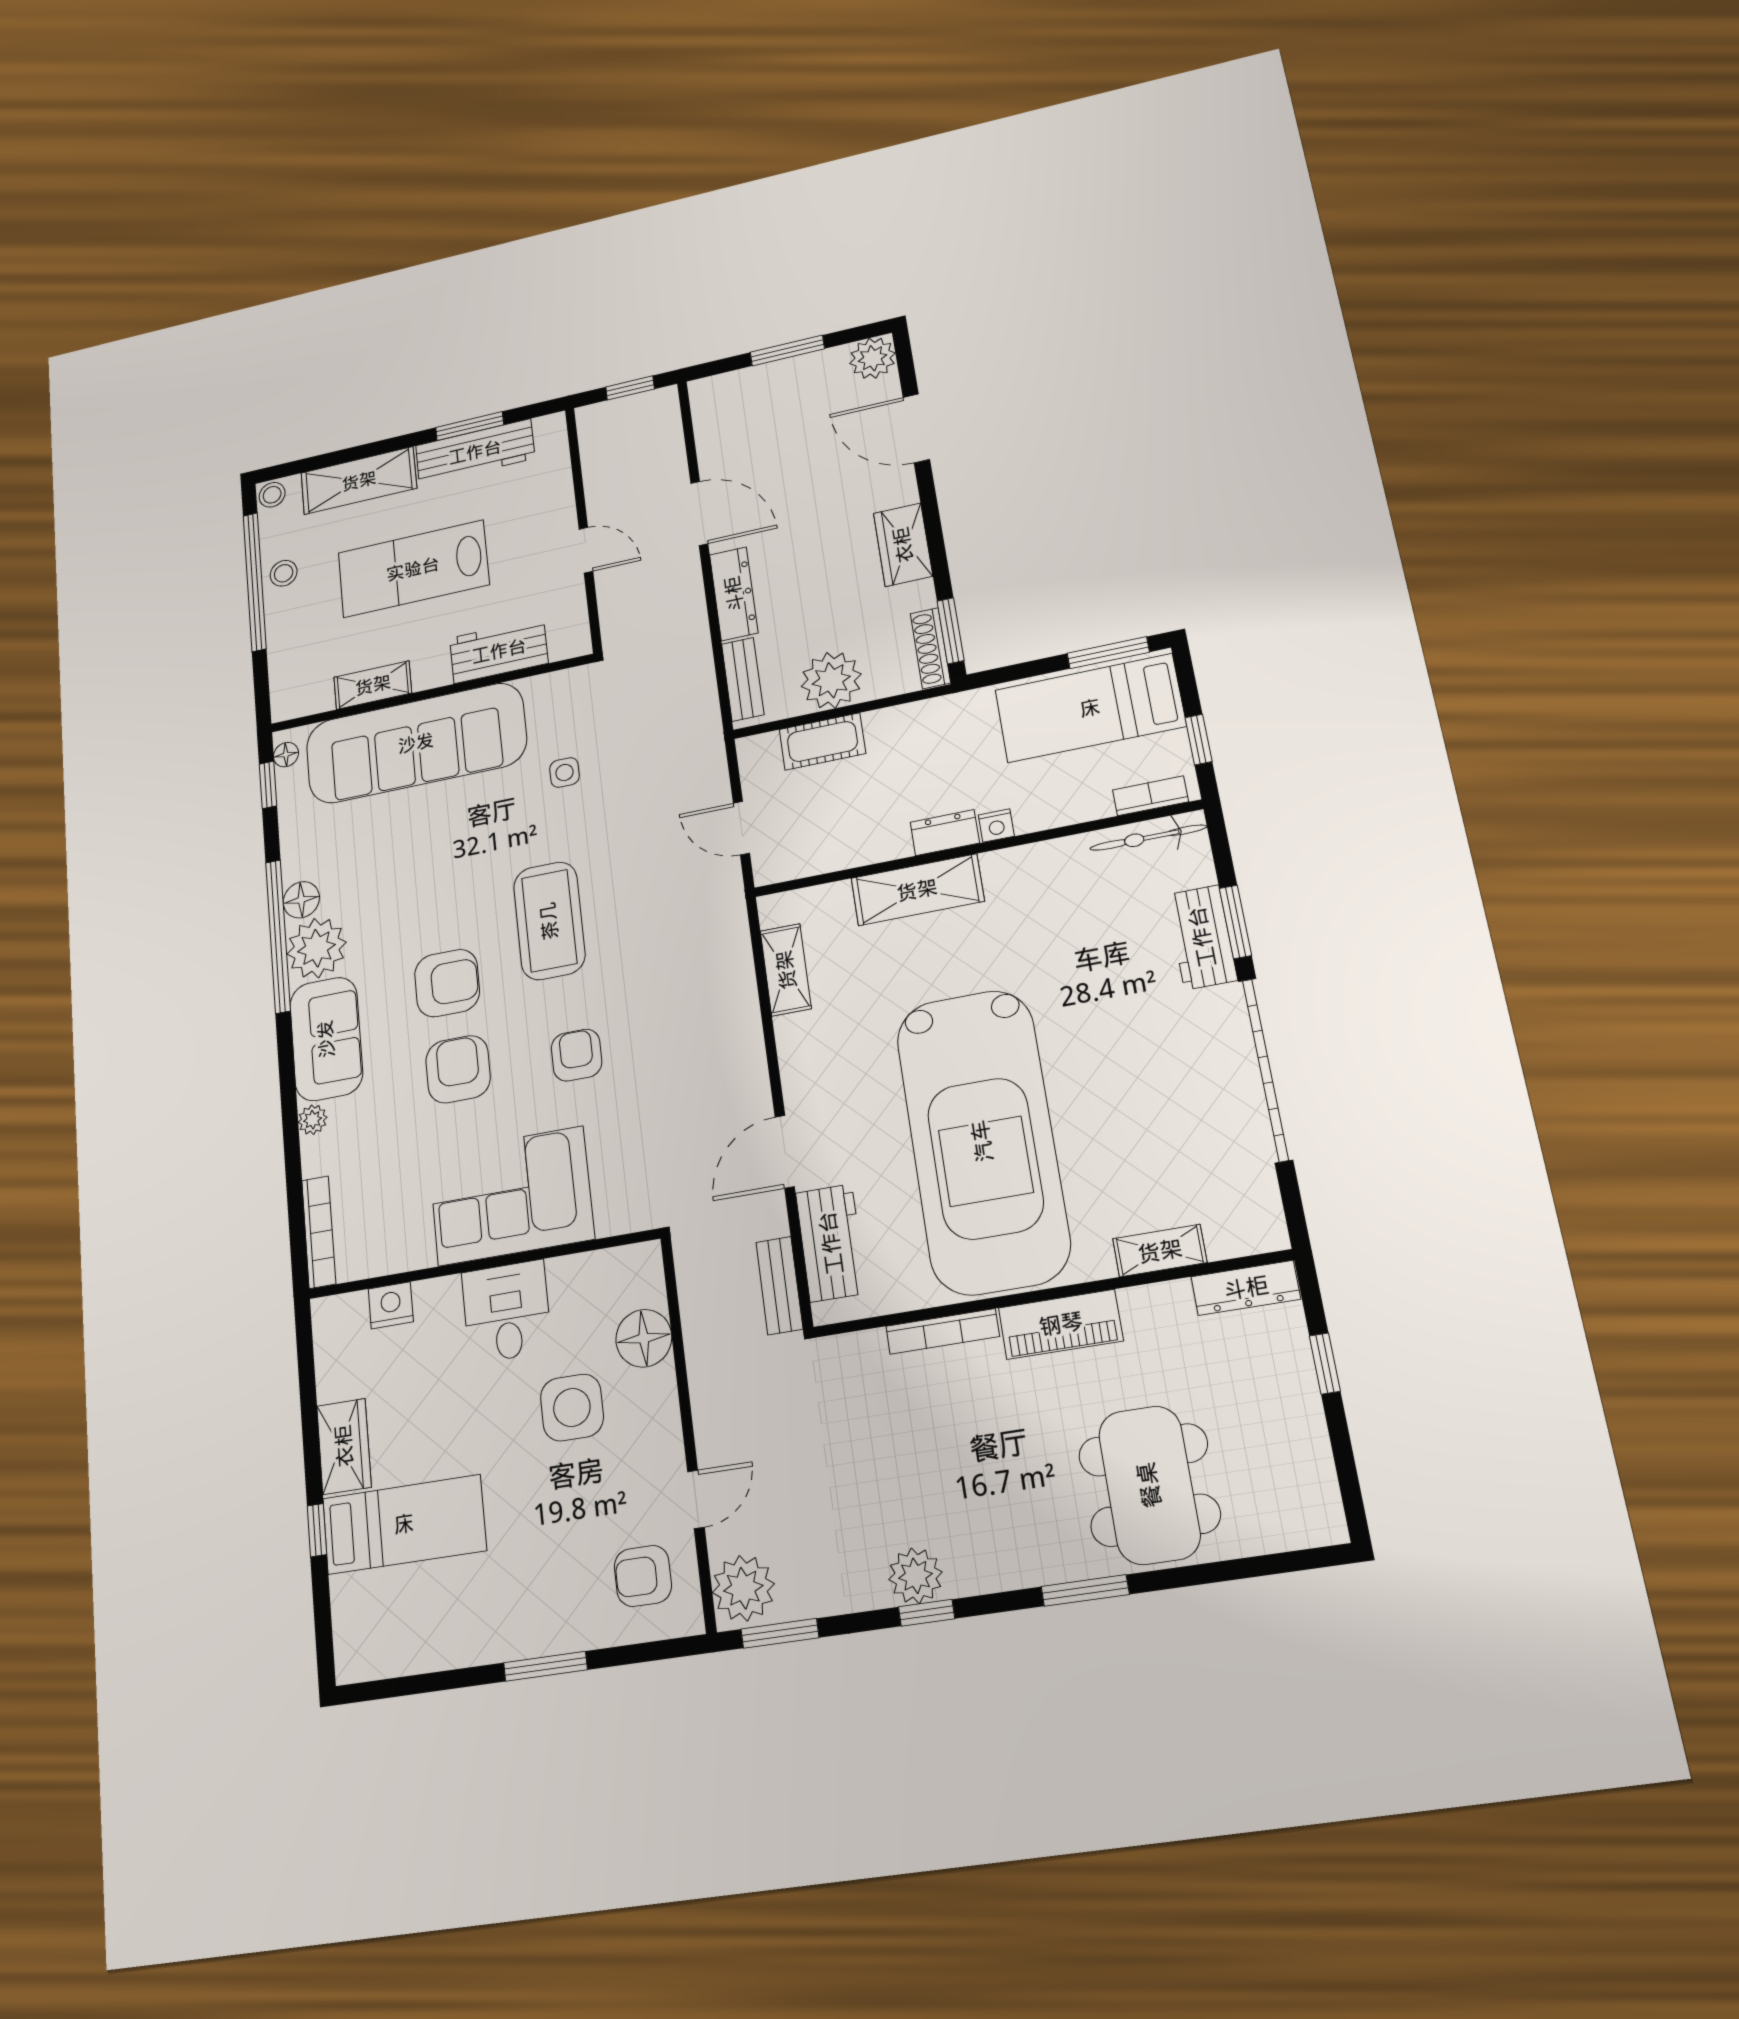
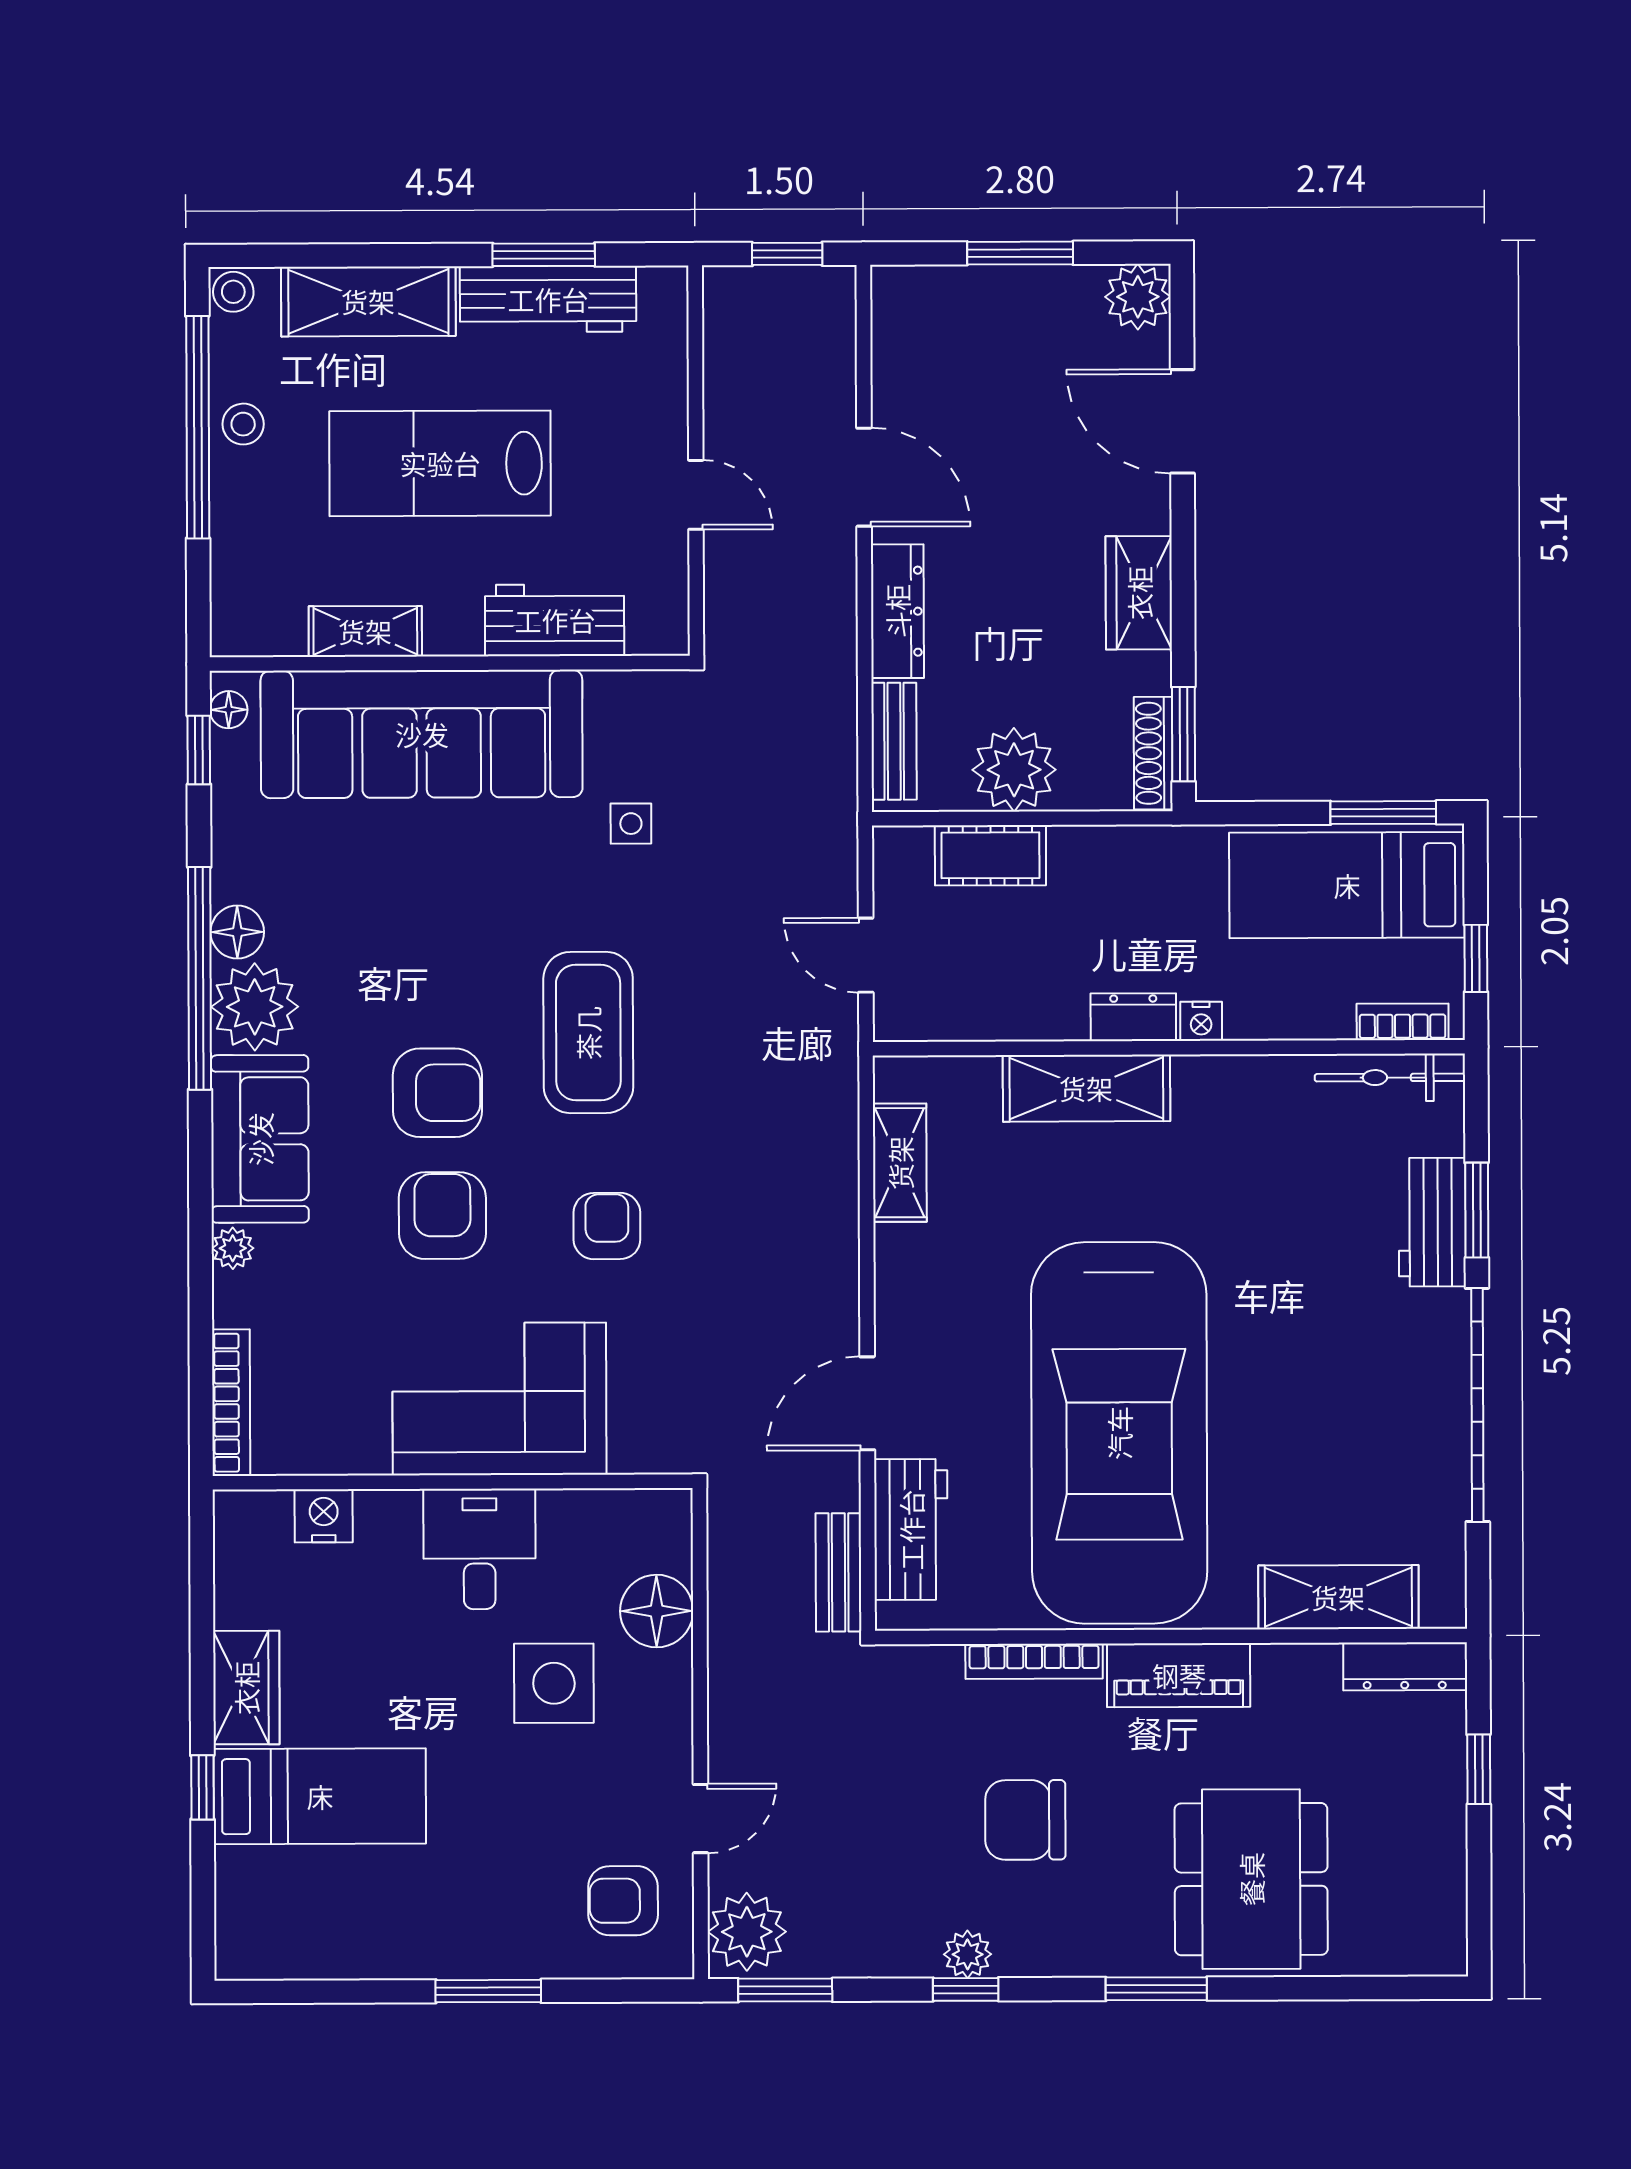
shelving: (1160, 1251) -> (1338, 1597), width x1.50, depth x1.33
chair: (955, 1462) -> (1025, 1820), added
plant: (915, 1576) -> (968, 1954), width x0.73, depth x0.73

